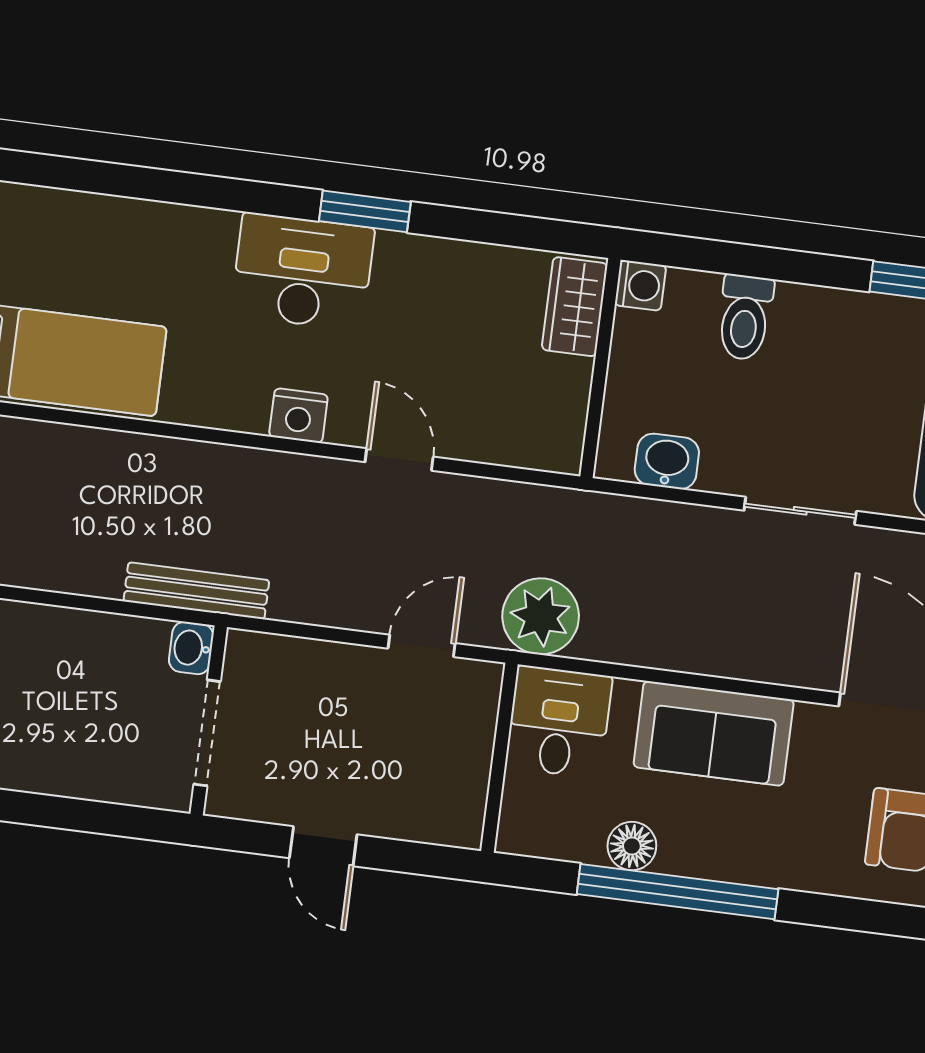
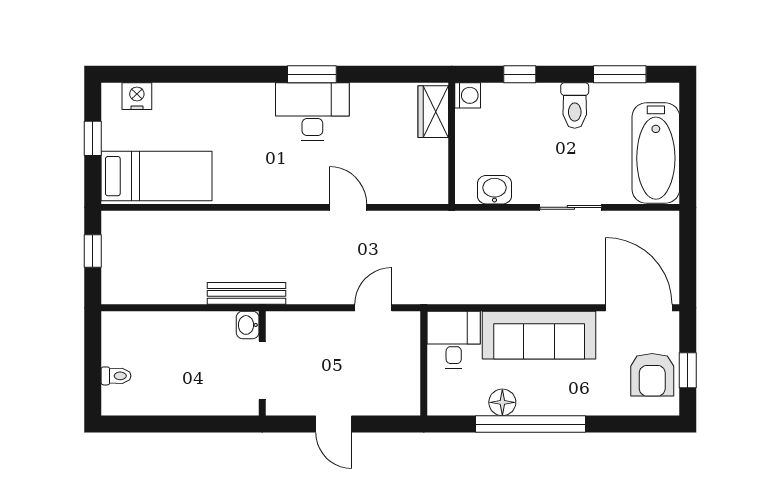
window: (739, 259) -> (520, 74), added
desk: (303, 272) -> (312, 111), moved
toilet: (745, 317) -> (575, 106), moved
nightstand: (298, 416) -> (137, 96), moved, turned 180
plant: (541, 616) -> (436, 283), removed
sofa: (714, 733) -> (539, 335), width x1.36

